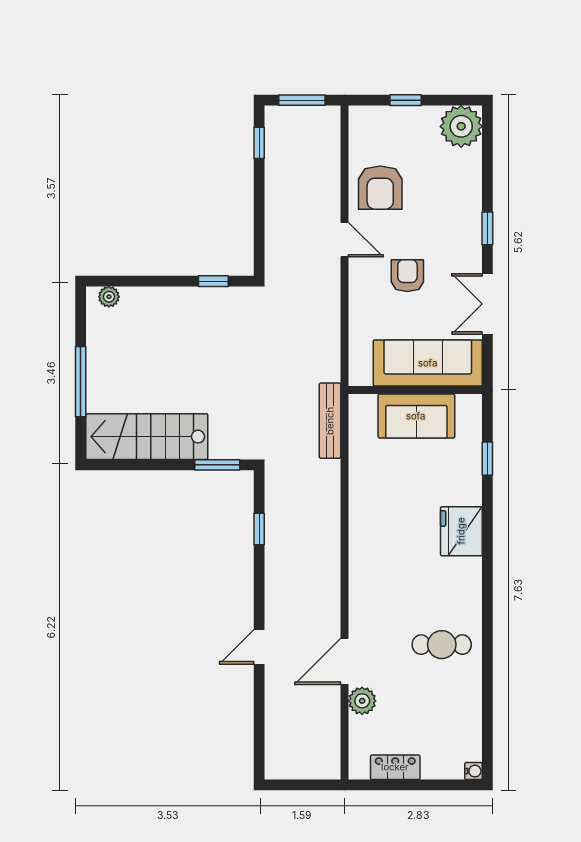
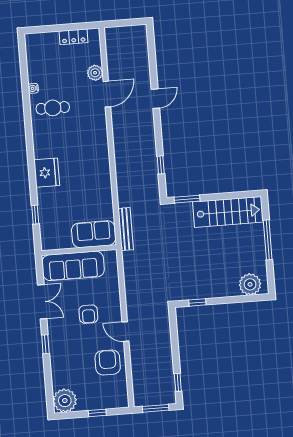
plant: (109, 297) -> (250, 284), width x1.88, depth x1.88
sofa: (416, 416) -> (94, 234), moved
water cooler: (474, 771) -> (33, 88), moved

